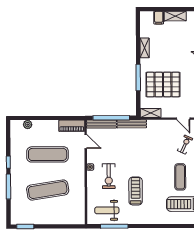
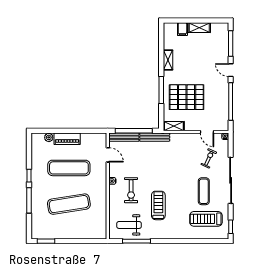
piano: (72, 126) -> (67, 139), moved

